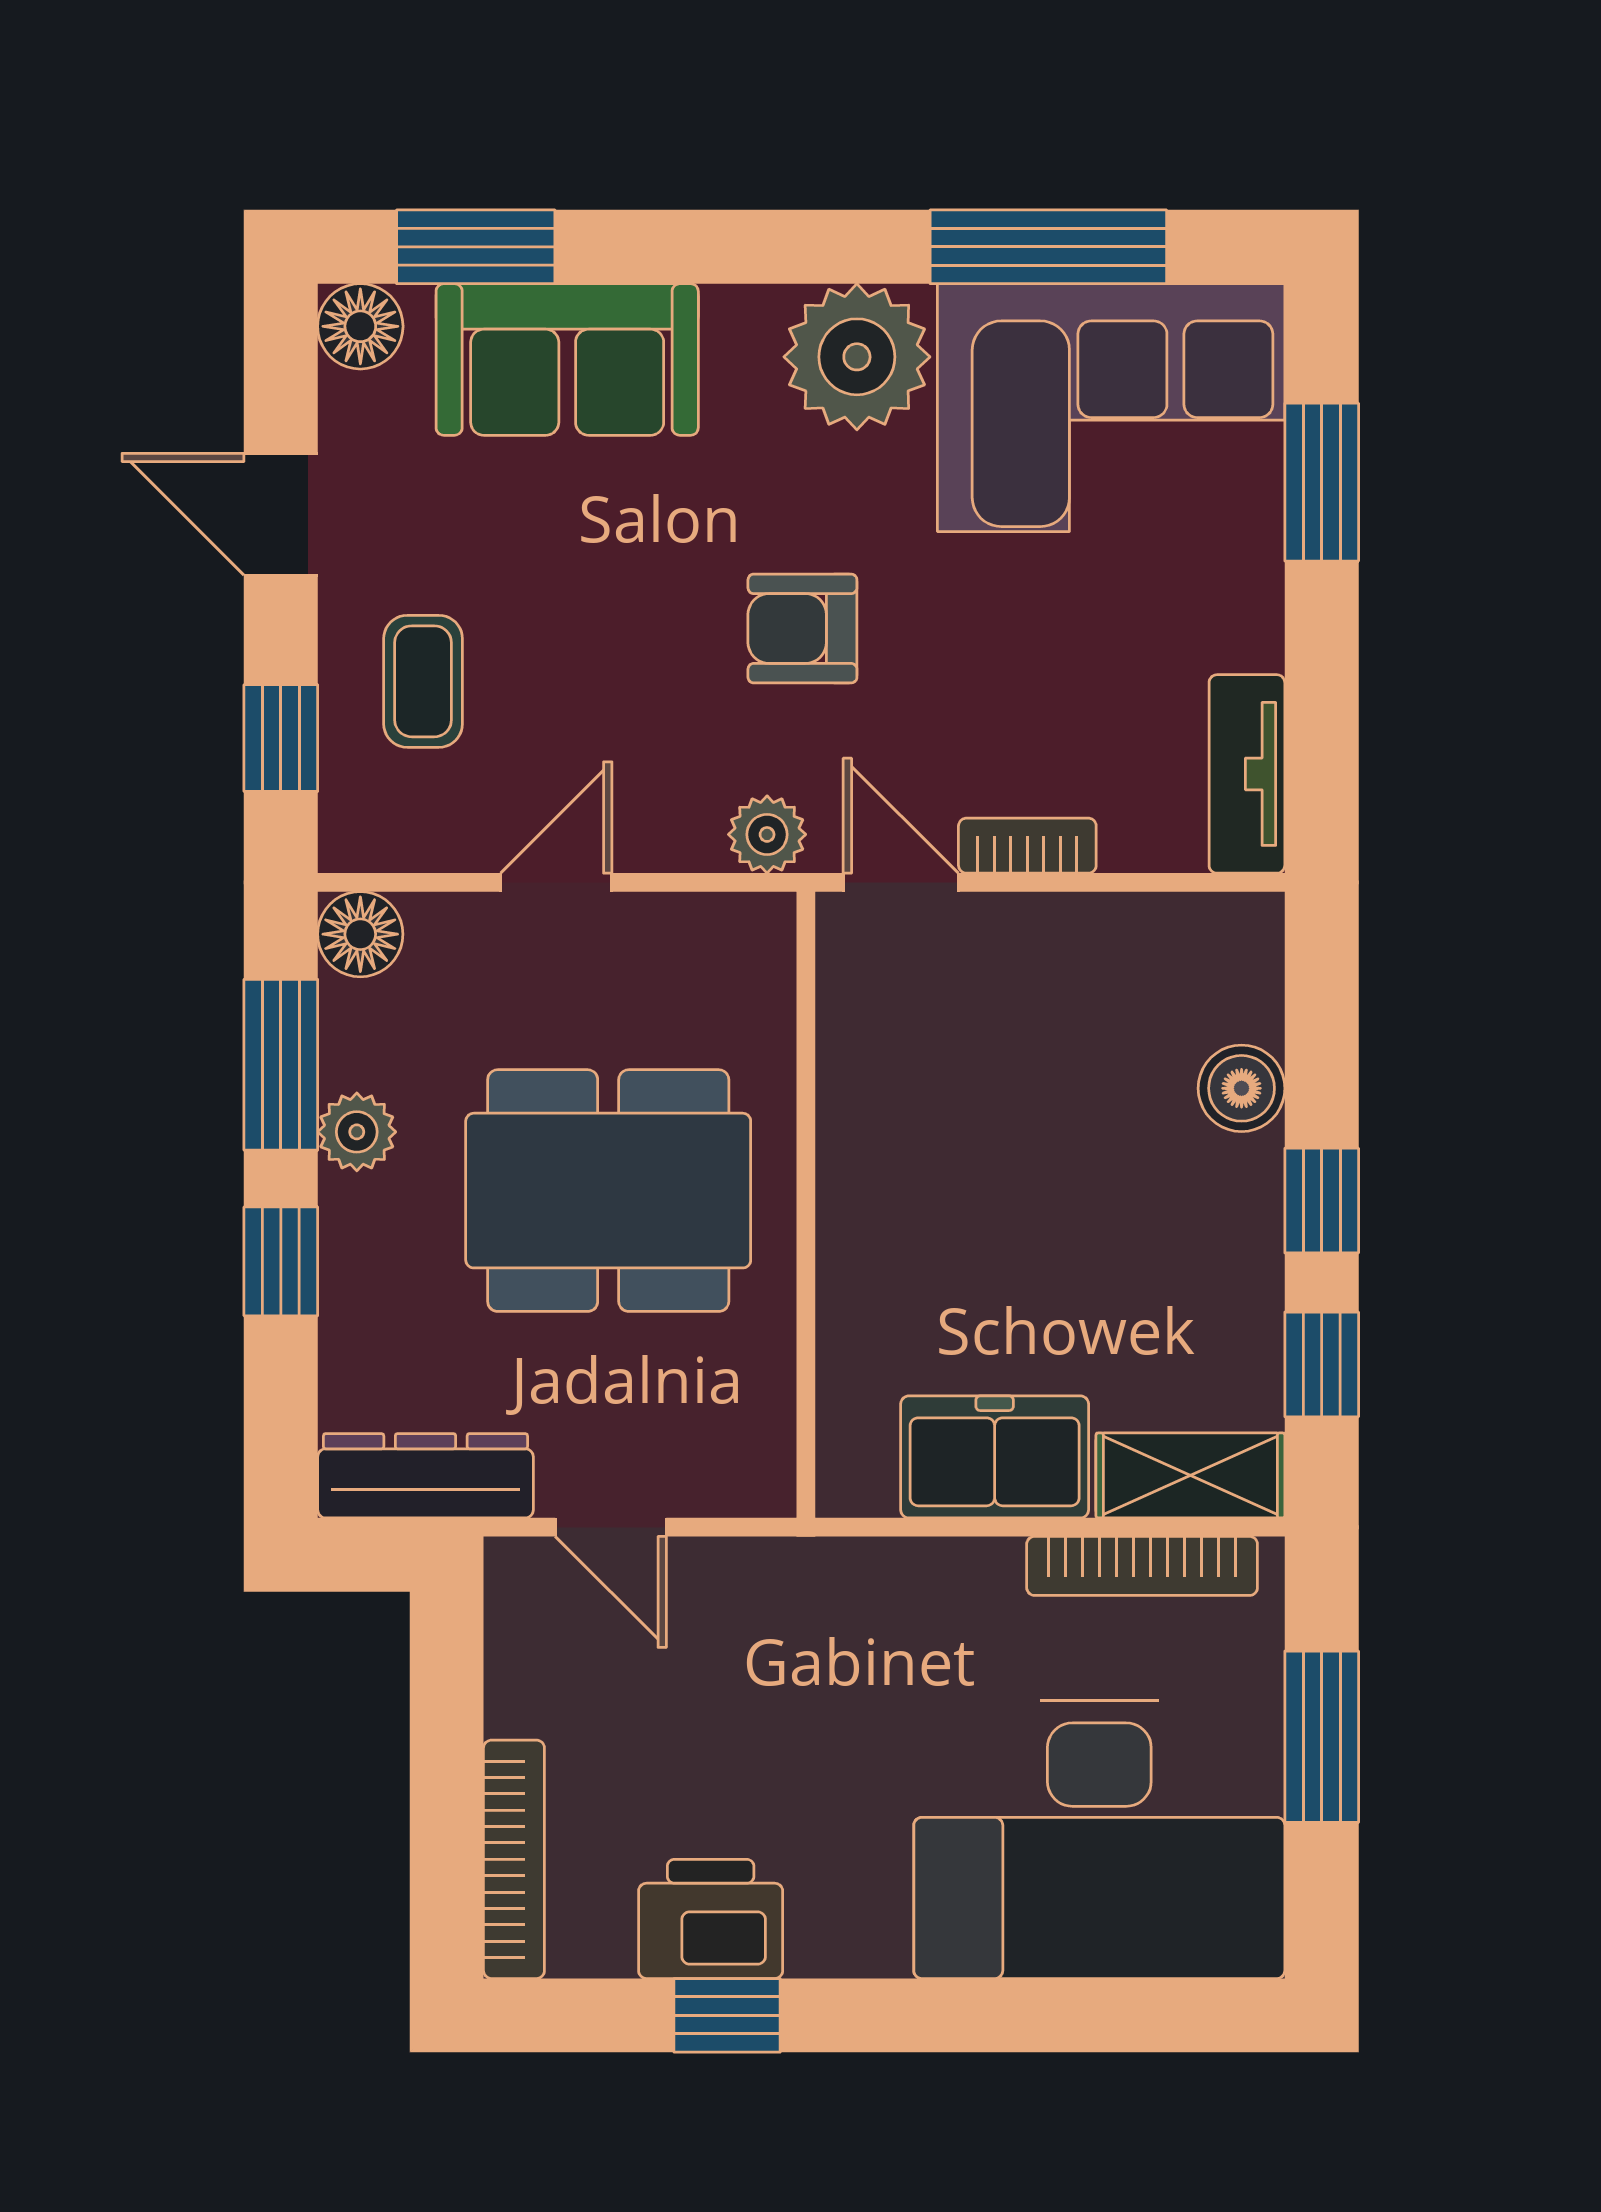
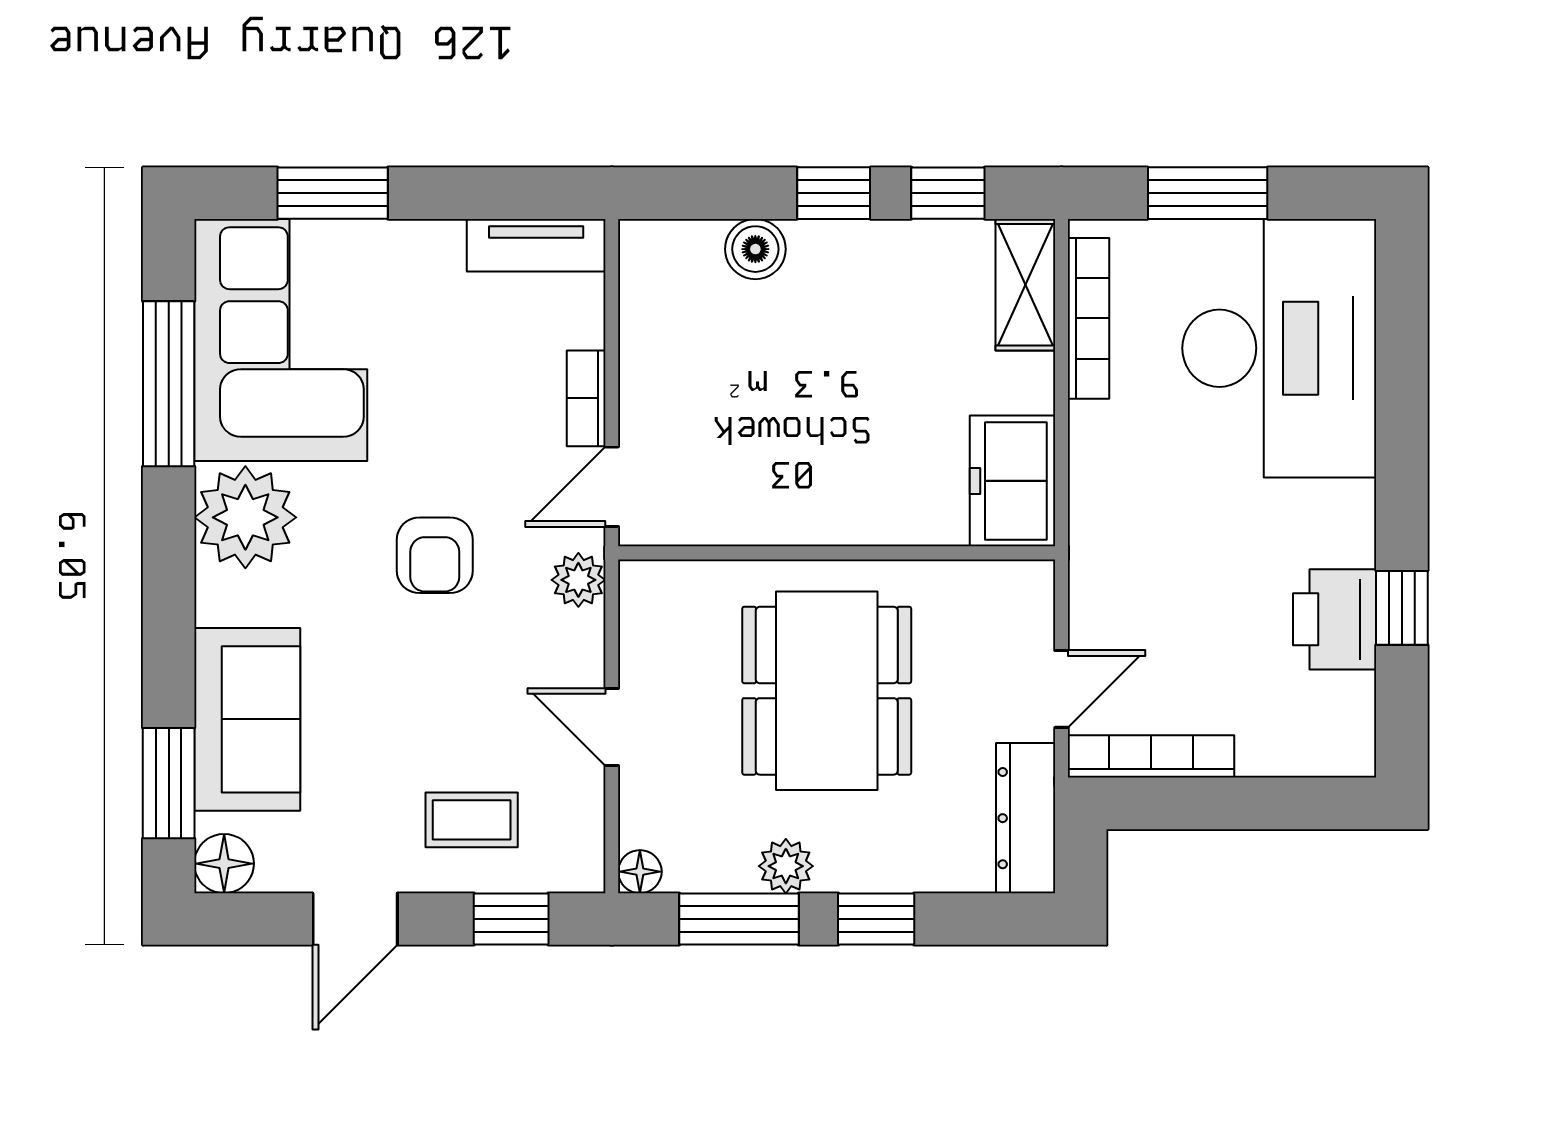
floor lamp: (360, 934) -> (640, 872), width x0.73, depth x0.73
freezer: (995, 1457) -> (1012, 481), moved
bookcase: (514, 1859) -> (1151, 756), moved

